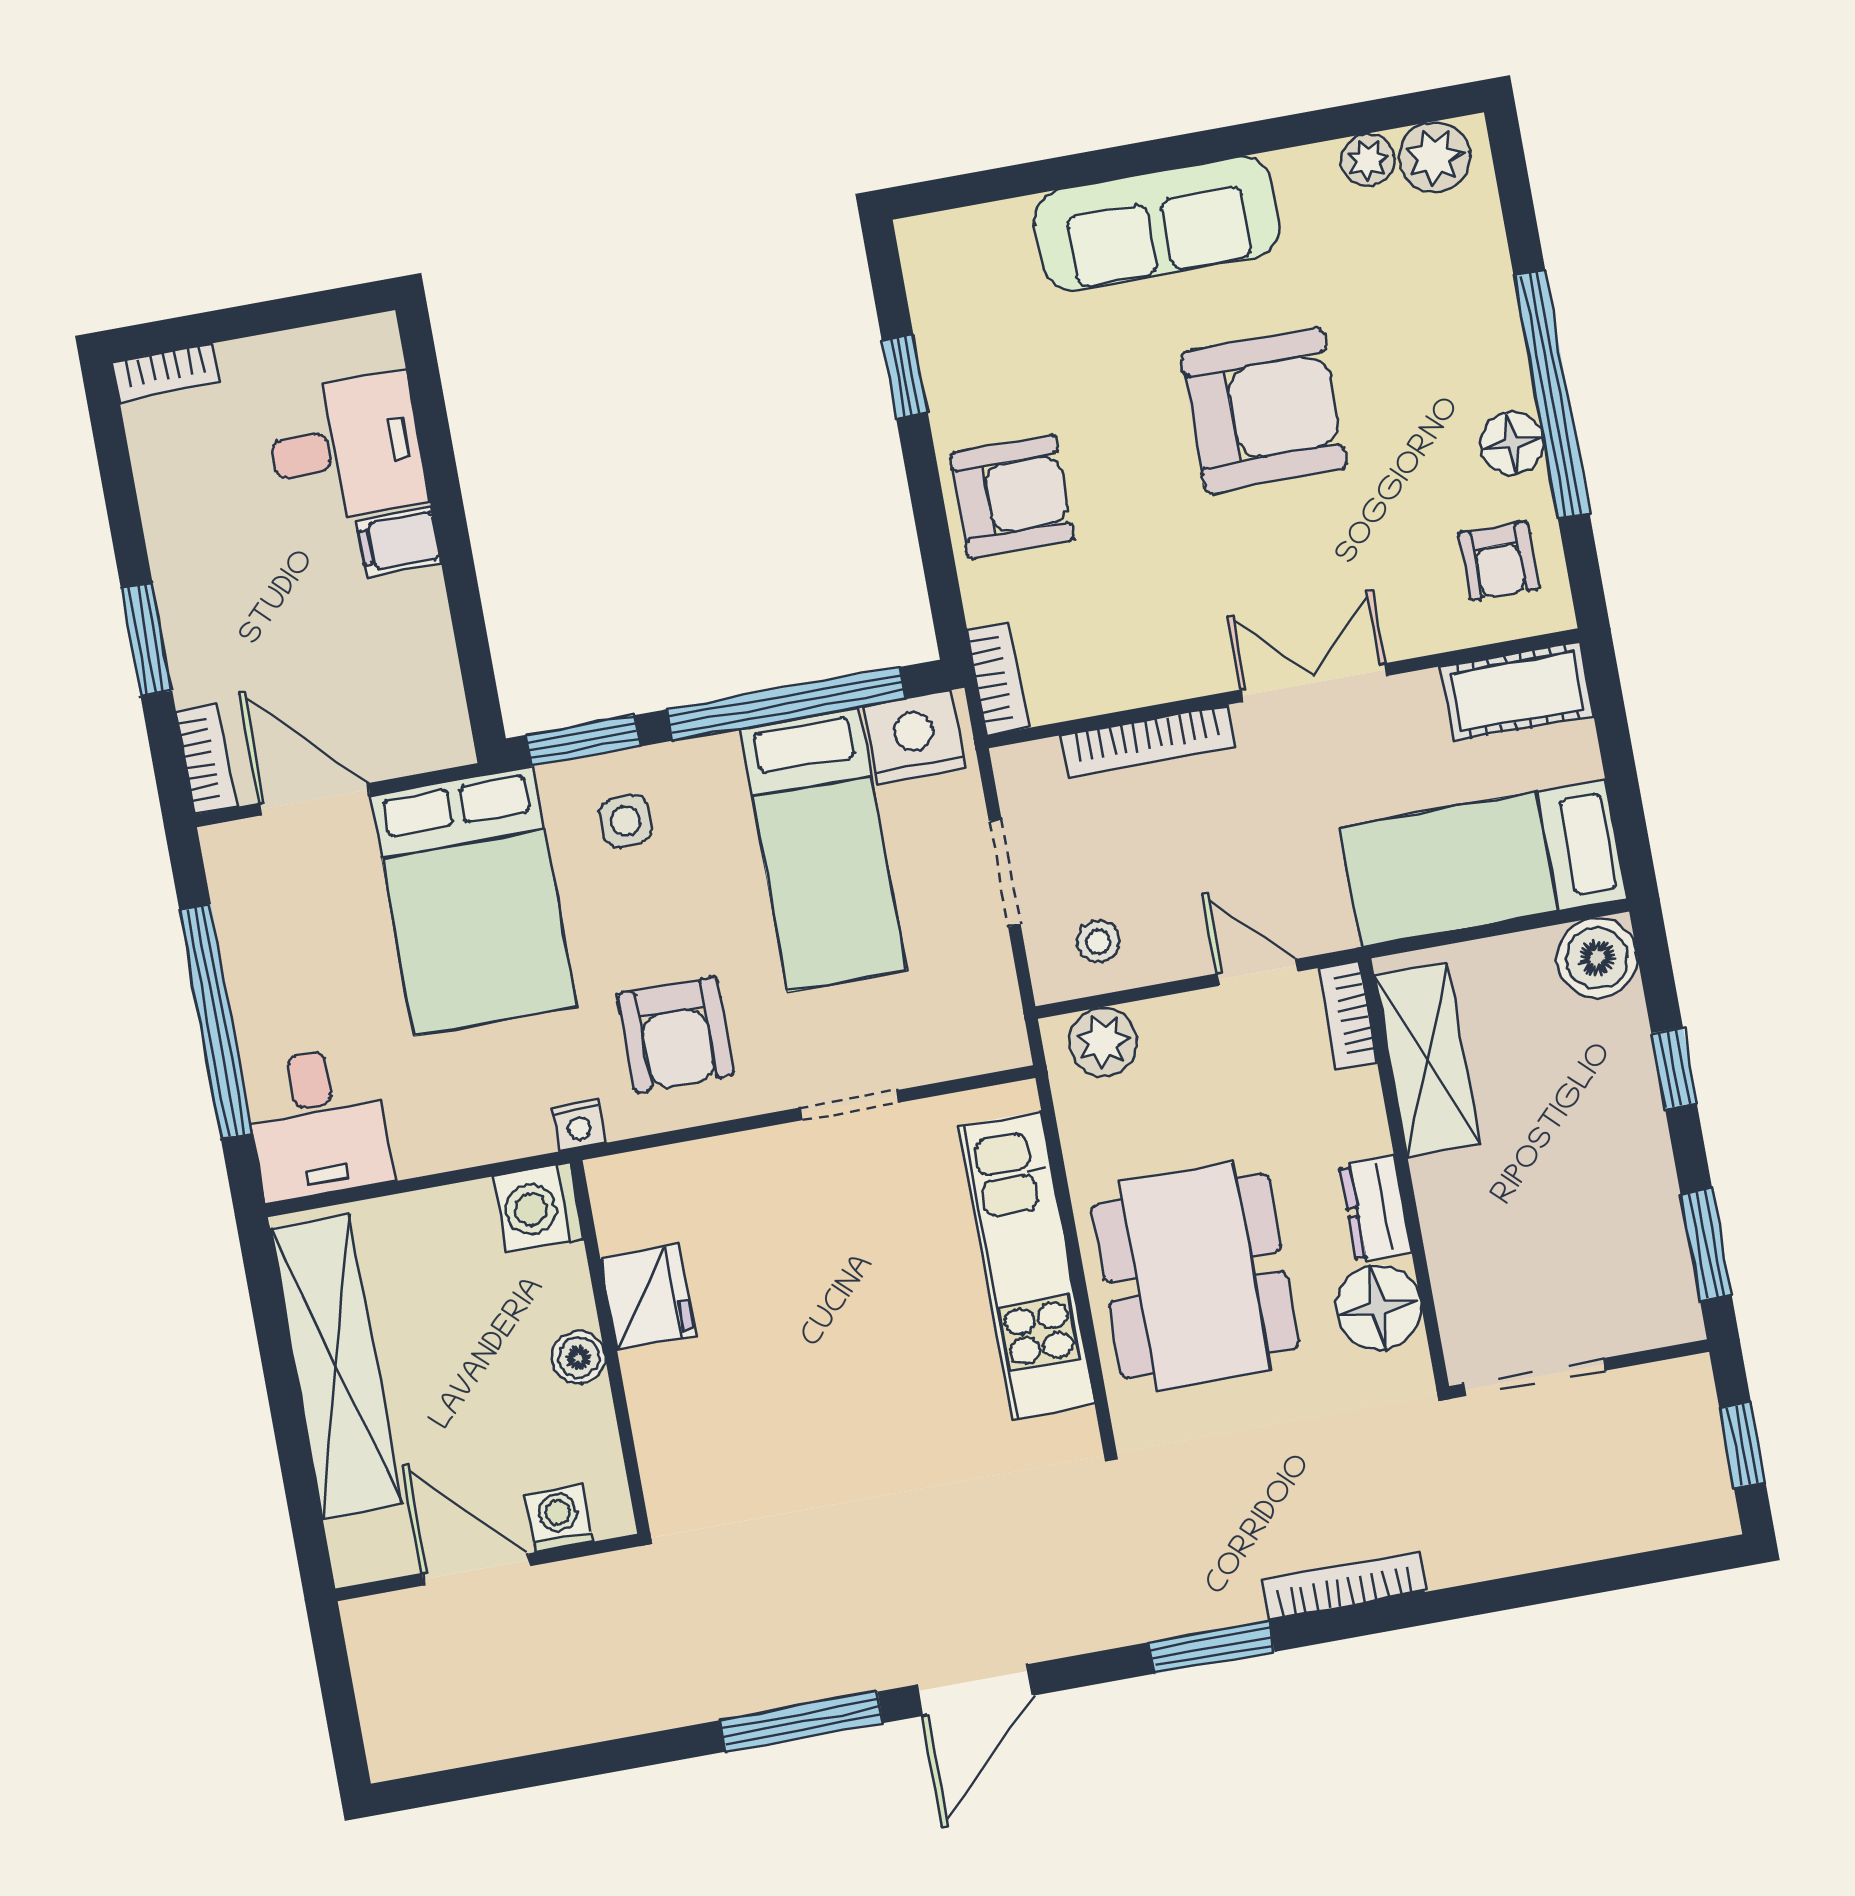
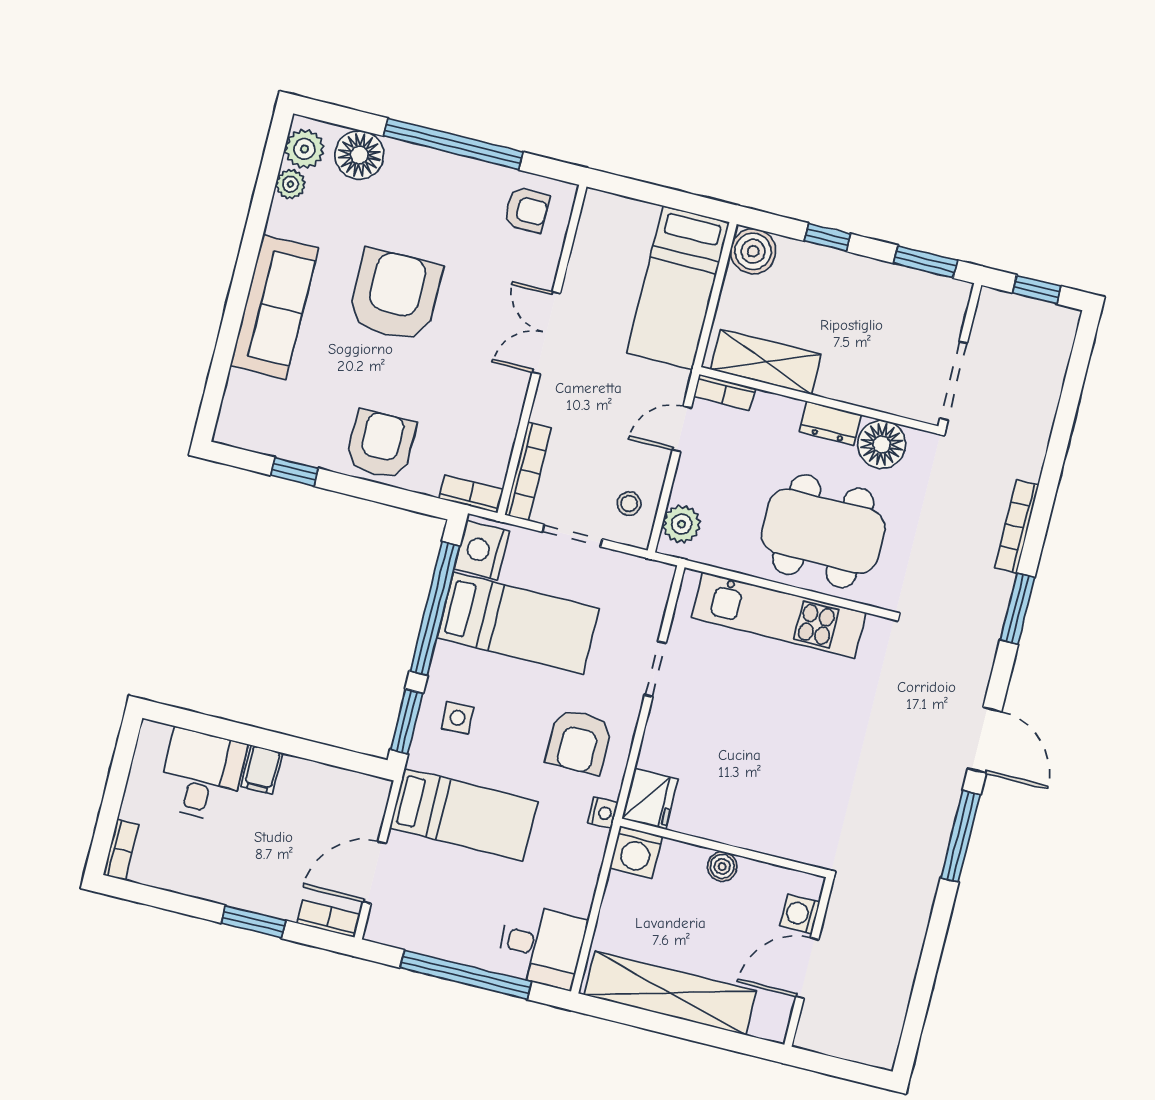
floor lamp: (1512, 443) -> (359, 155), moved, width x1.38, depth x1.38
cot: (1518, 691) -> (598, 230), removed
bookcase: (1148, 741) -> (528, 471), moved
bed: (474, 901) -> (464, 815), width x0.67
armchair: (676, 1034) -> (579, 742), turned 90
fridge: (648, 1297) -> (650, 799), moved, turned 90

